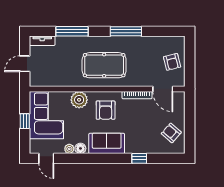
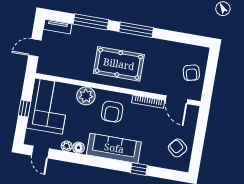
window: (126, 31) -> (136, 30), moved
sofa: (107, 143) -> (114, 148), width x1.36

